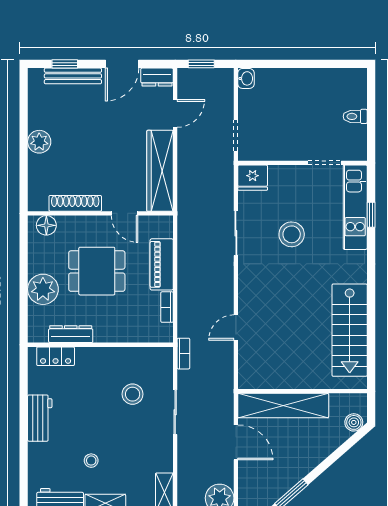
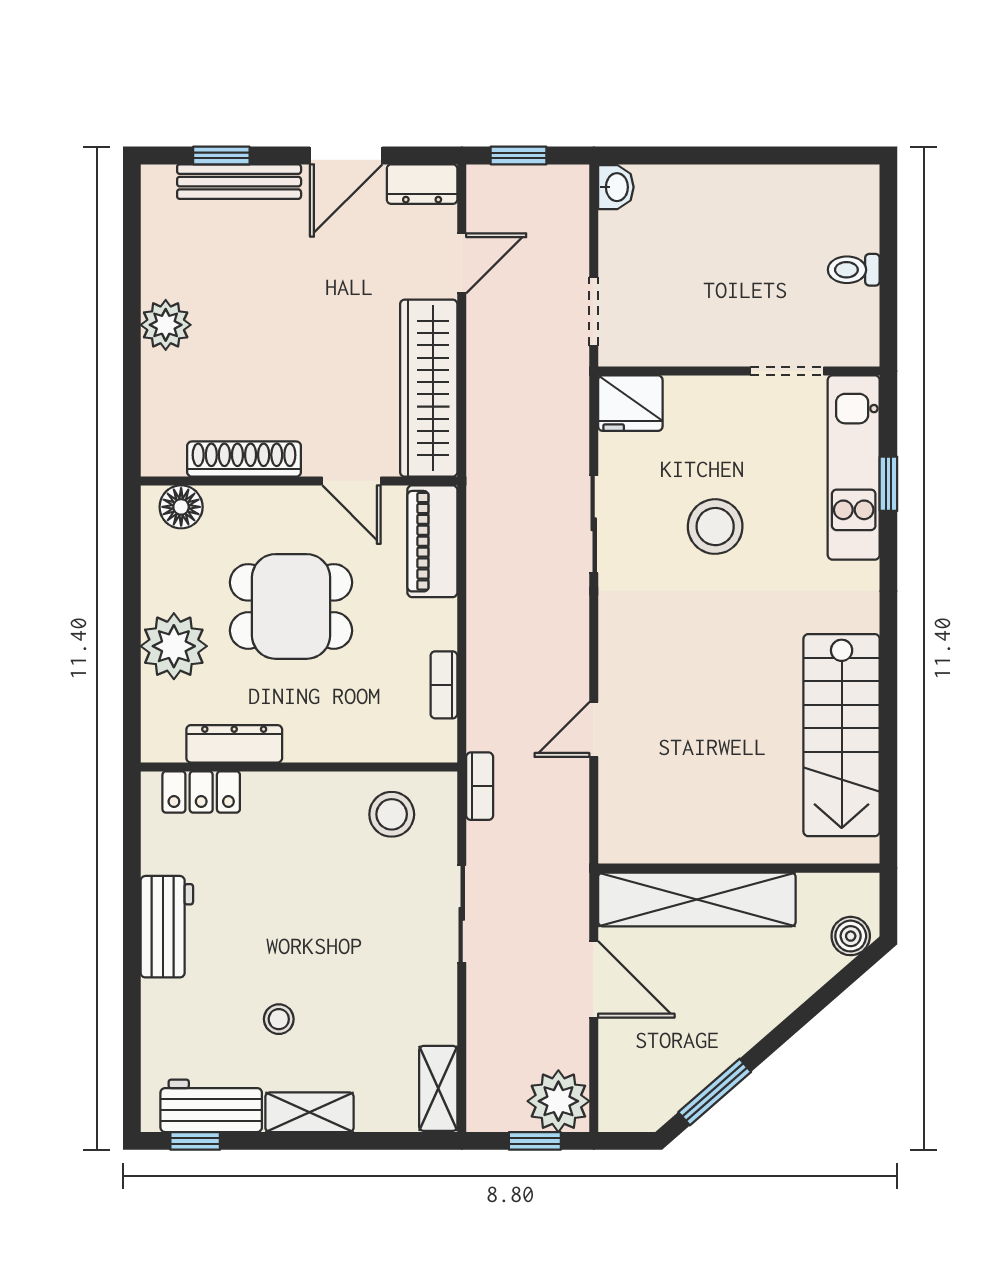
piano: (162, 264) -> (432, 541), moved
stool: (133, 394) -> (392, 814), moved

